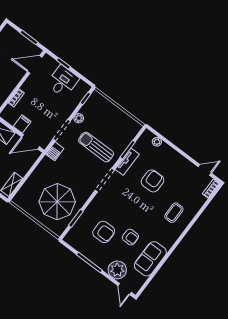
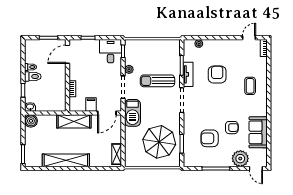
desk: (63, 81) -> (111, 51), moved
barbecue: (55, 151) -> (132, 113), width x1.88, depth x1.53
armchair: (104, 232) -> (210, 138), turned 180

